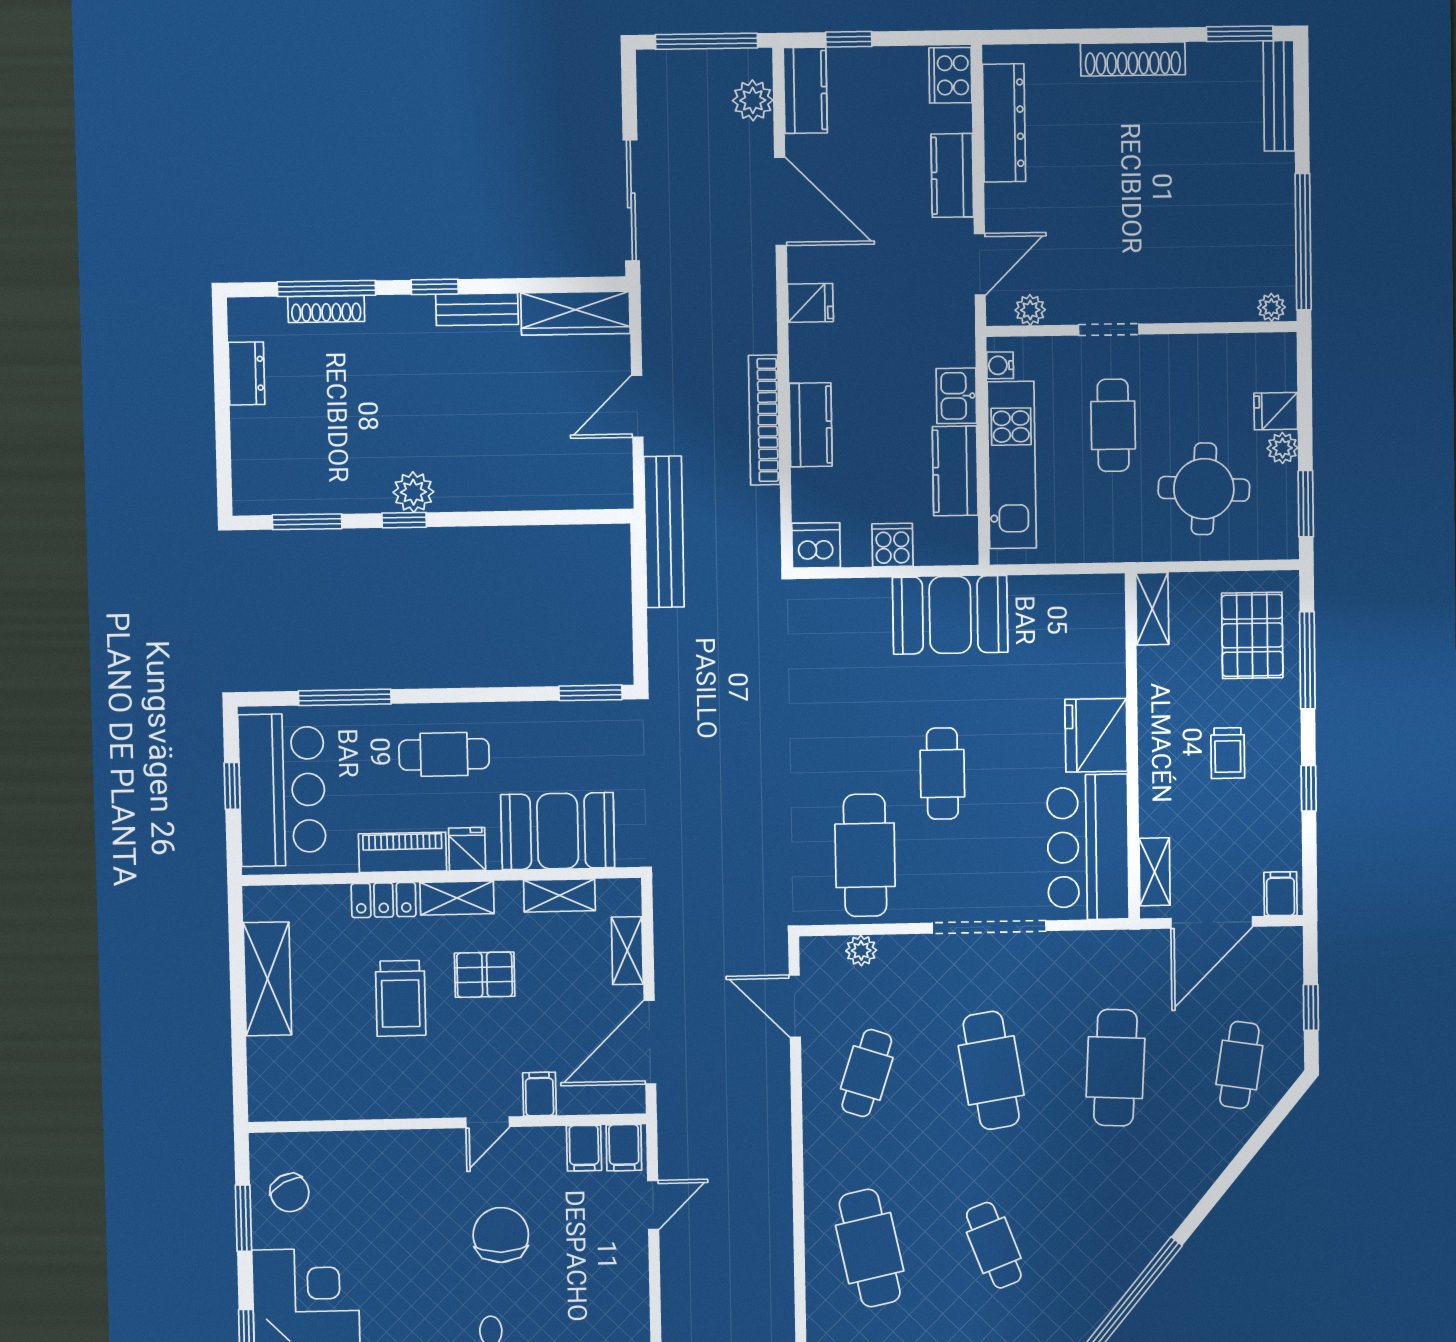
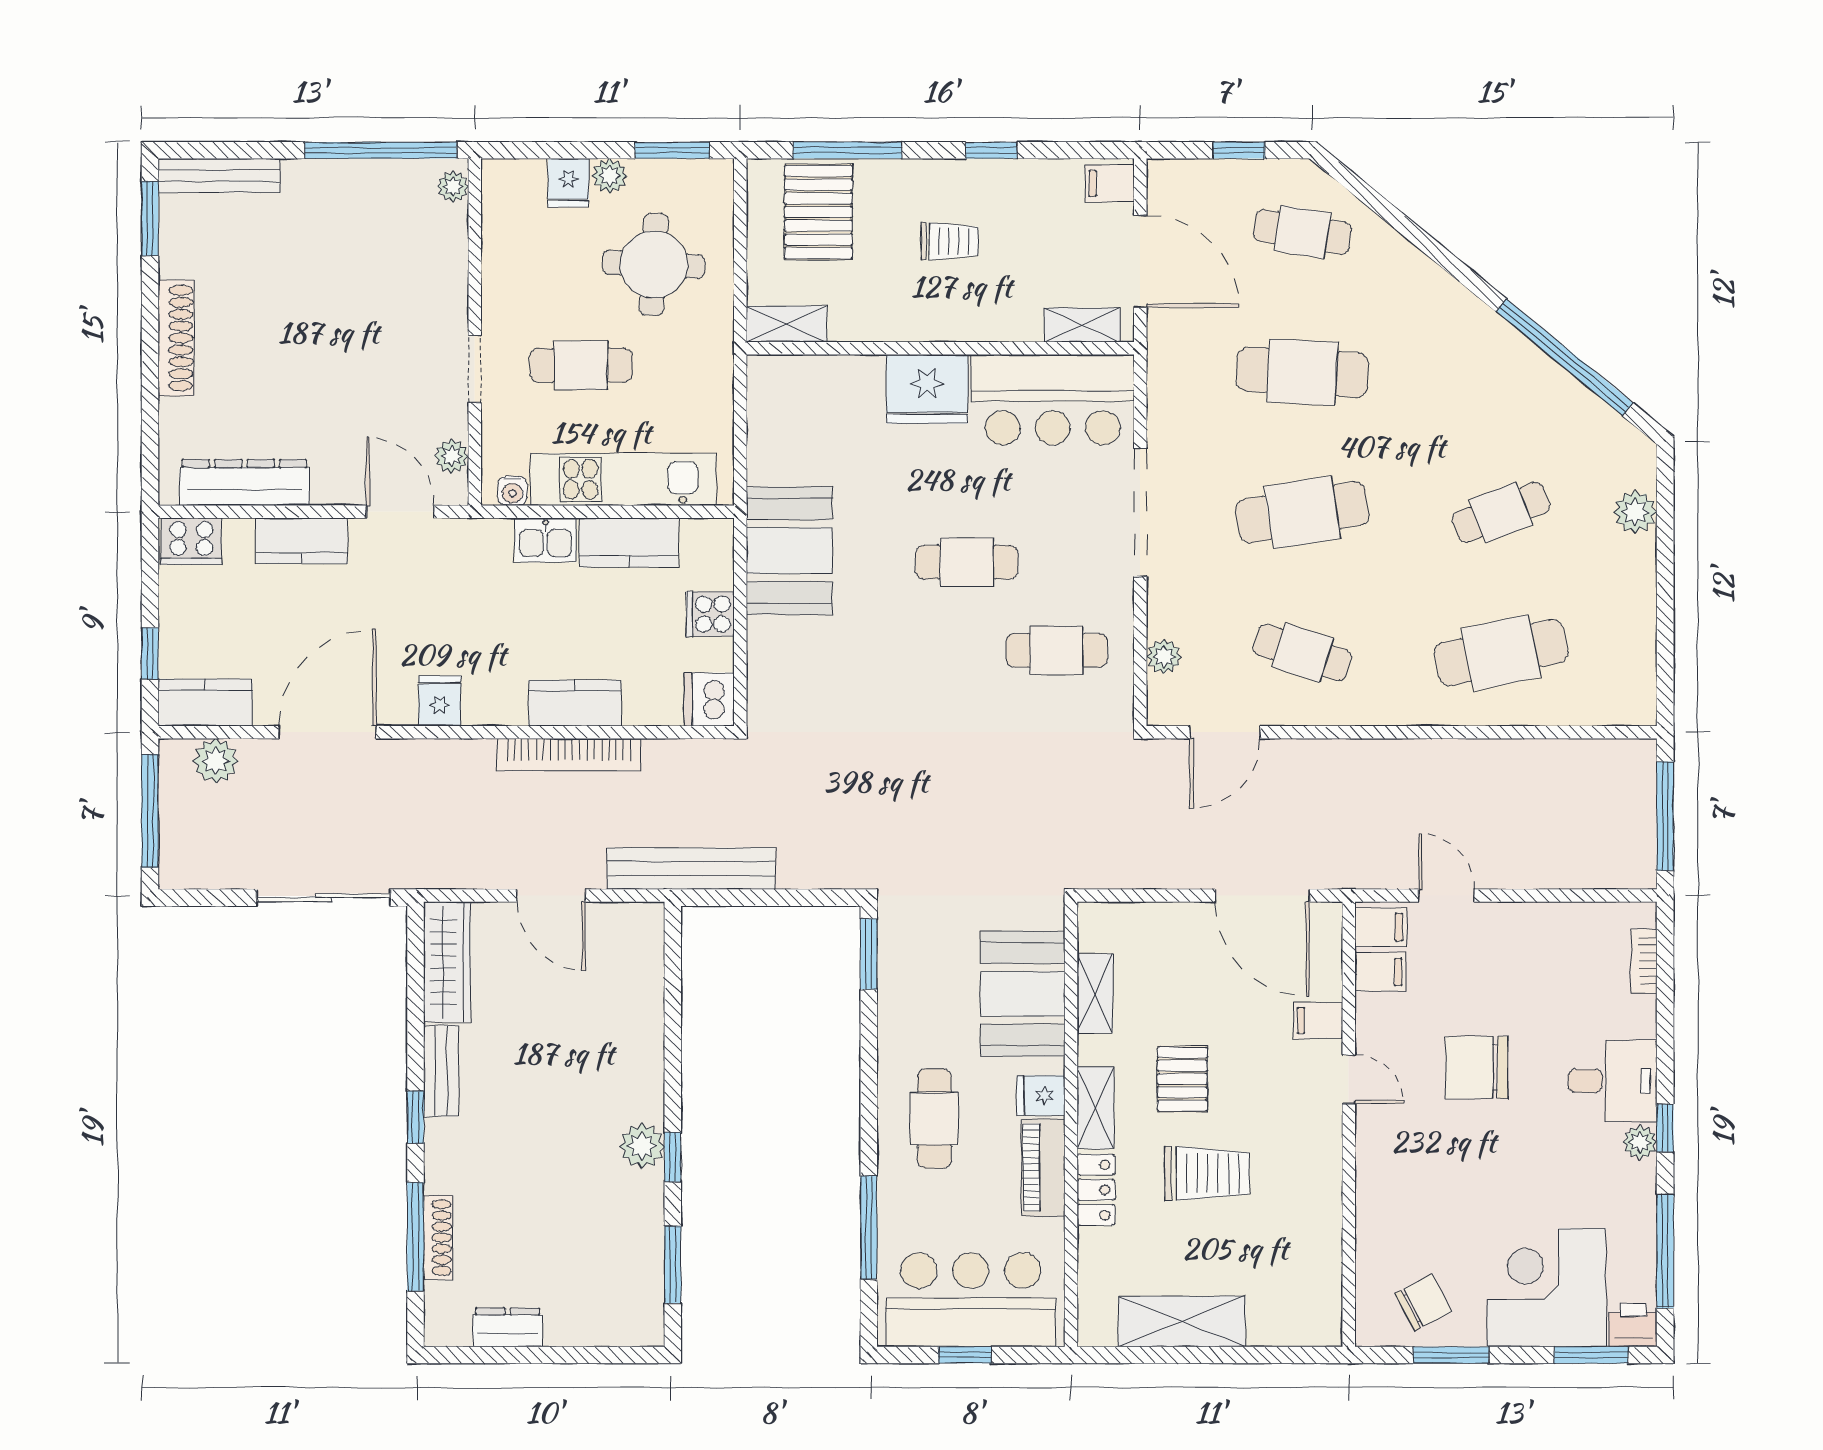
pallet: (1252, 635) -> (818, 212), turned 90
cafe table: (865, 855) -> (1057, 650), width x0.73, depth x0.74
shelving: (627, 951) -> (1159, 919), removed

